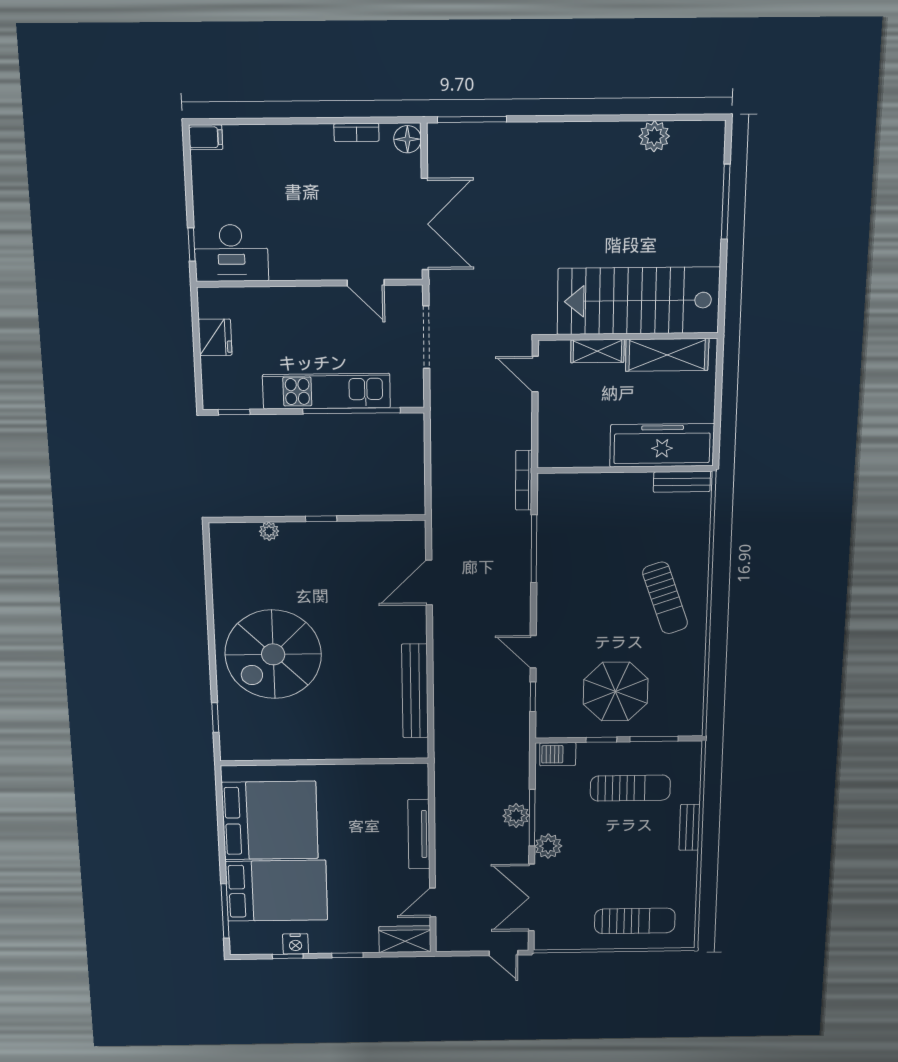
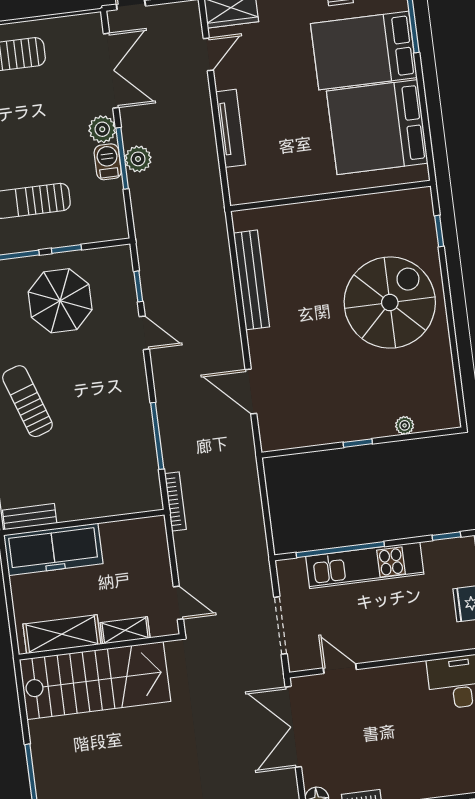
door: (429, 583) -> (251, 391), swing flipped
barbecue: (558, 754) -> (108, 162), moved, turned -90

